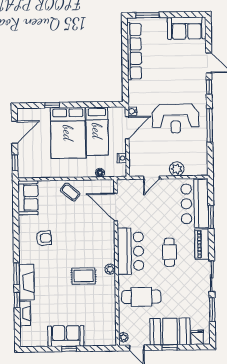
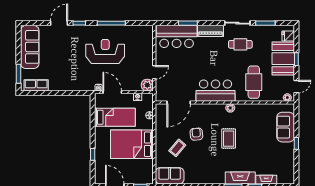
sofa: (187, 28) -> (30, 47), width x1.36
row of seats: (134, 51) -> (36, 85), width x0.50
reception desk: (176, 119) -> (105, 51), turned -90
bed: (68, 133) -> (132, 144), moved, turned 180
plant: (177, 169) -> (147, 85), moved
door: (152, 178) -> (154, 72), hinge flipped
coffee table: (70, 192) -> (177, 148), moved
armchair: (44, 238) -> (196, 134), moved
cafe table: (169, 252) -> (240, 44), moved
rug: (84, 276) -> (229, 139), moved
sofa: (66, 336) -> (286, 127), moved

